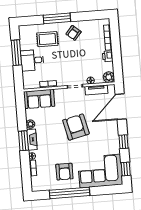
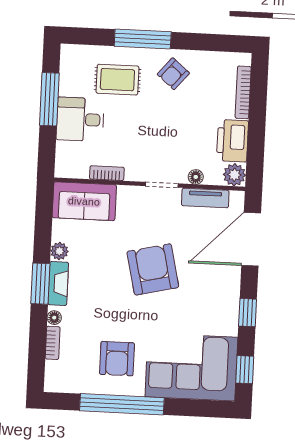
printer: (108, 56) -> (232, 141), width x1.87, depth x1.48

